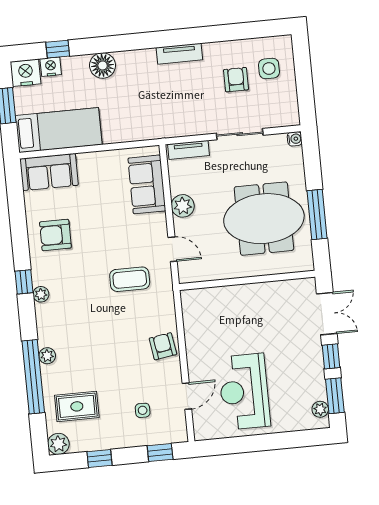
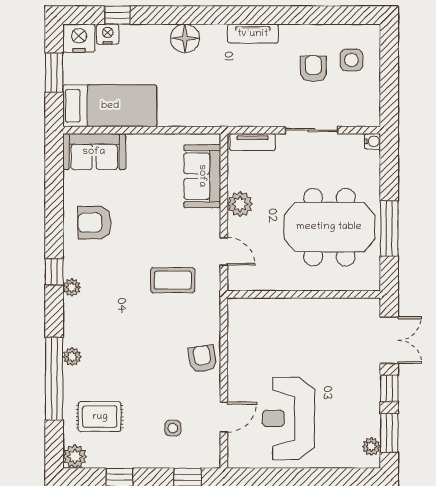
floor lamp: (103, 65) -> (185, 38), moved

